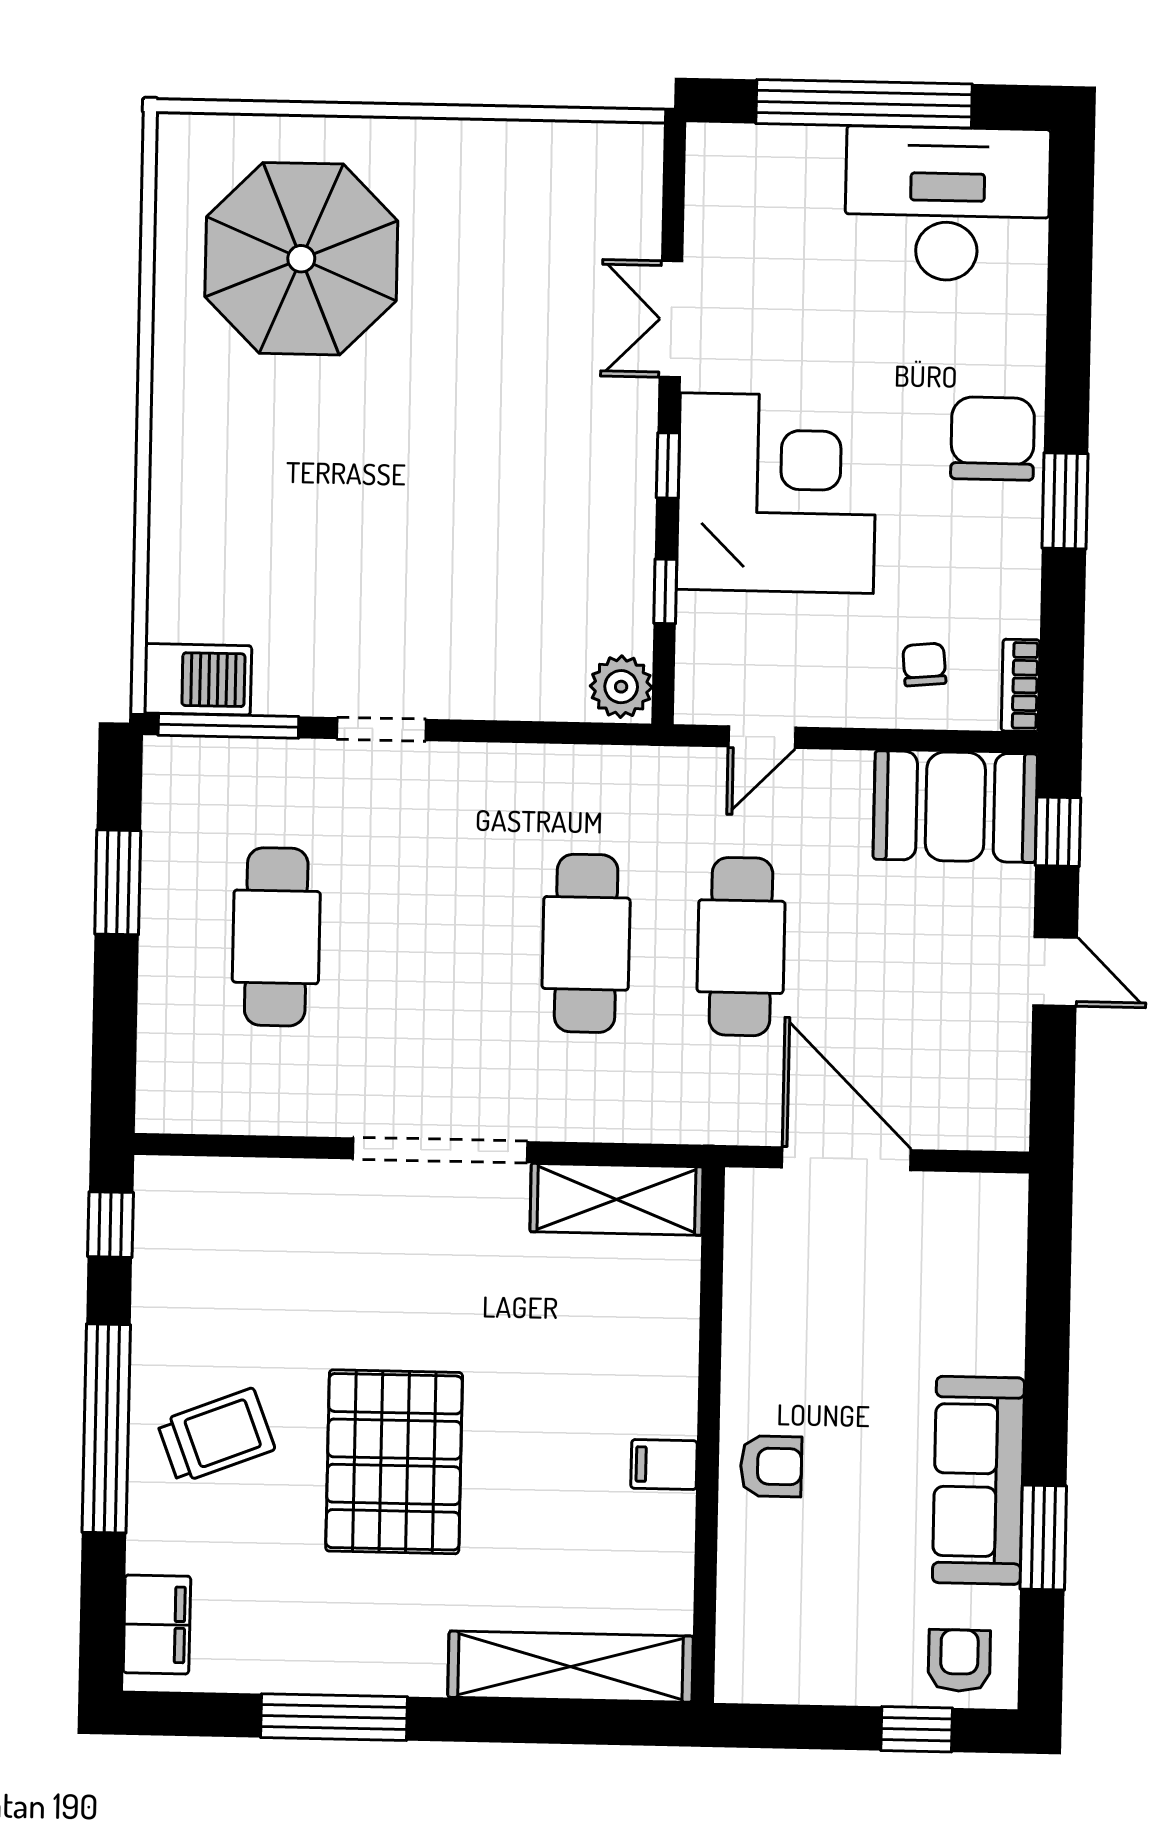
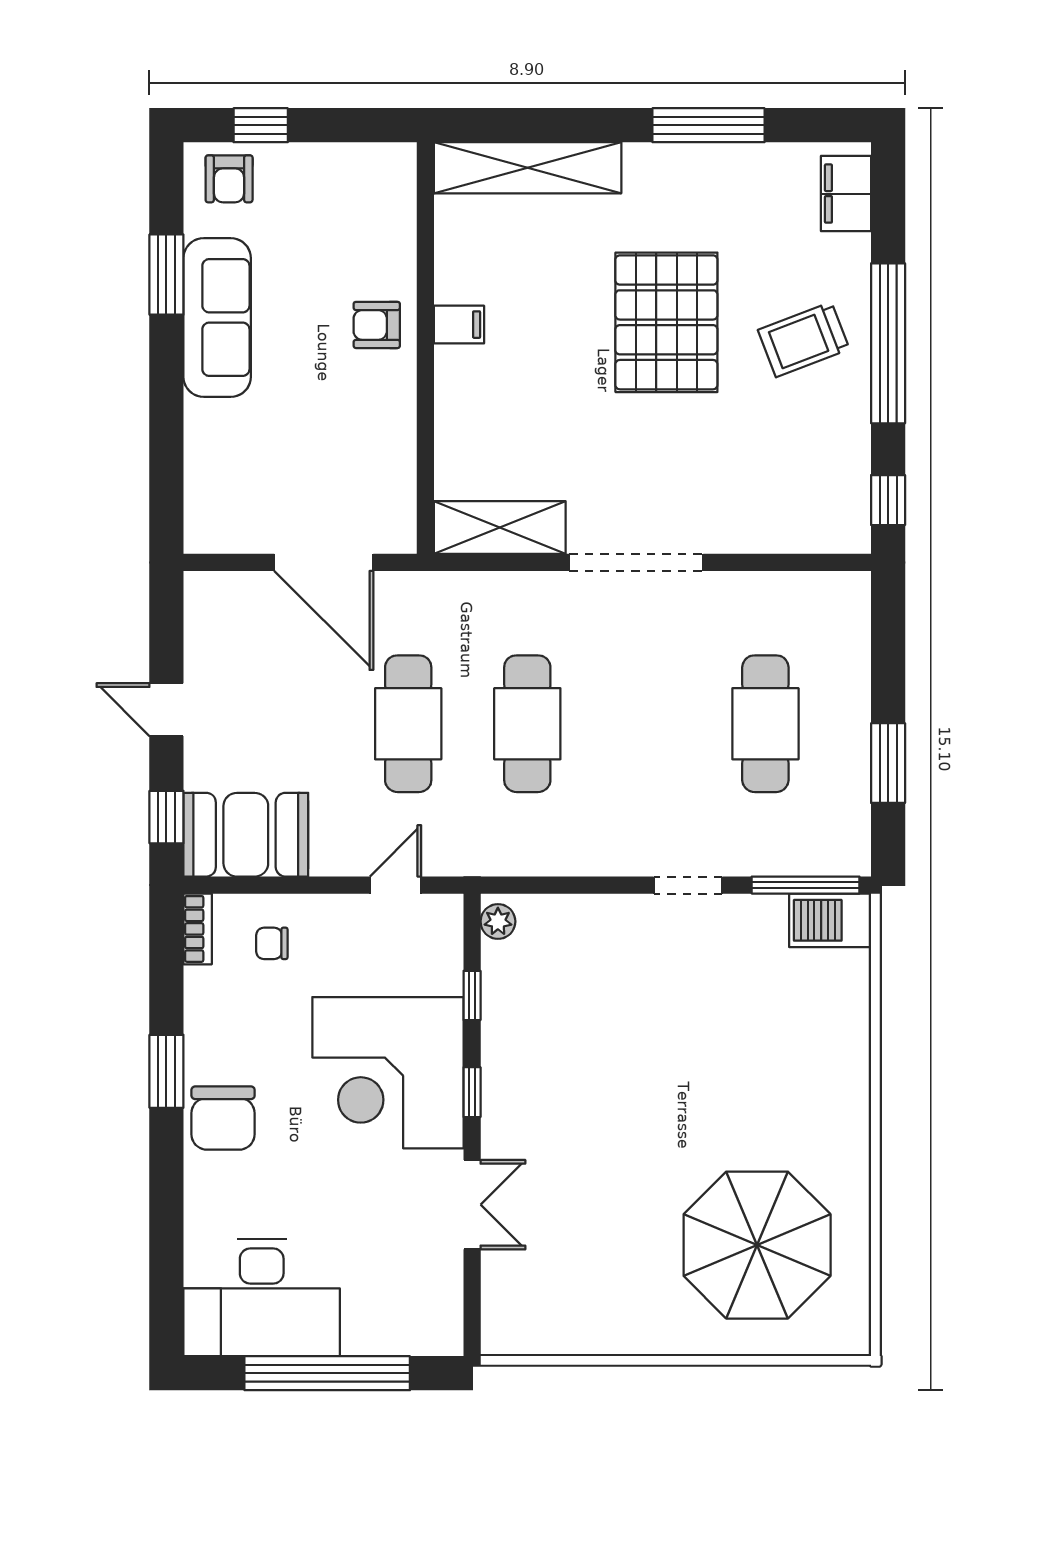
chair: (924, 665) -> (272, 943), turned 95
plant: (621, 687) -> (498, 921), width x0.73, depth x0.73

